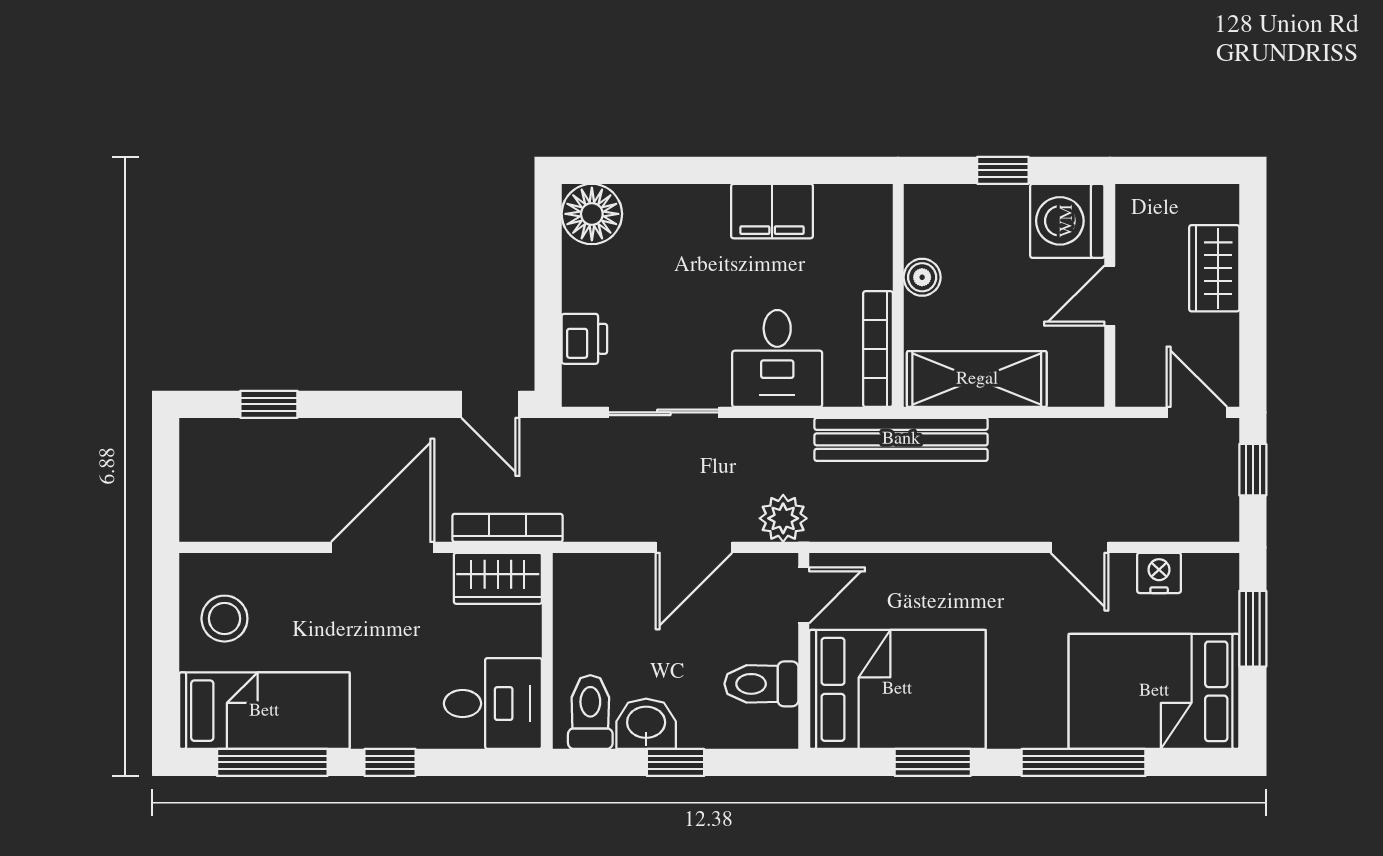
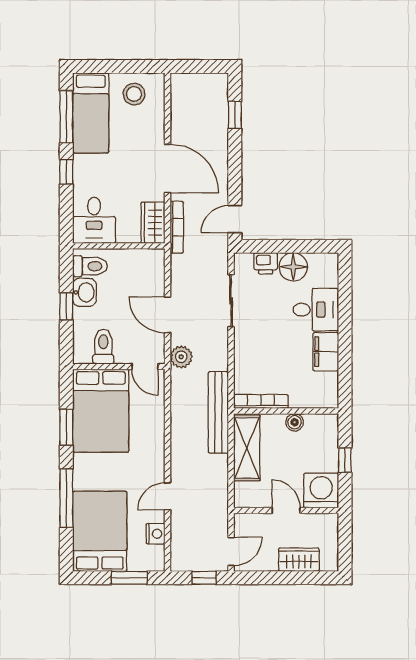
floor lamp: (592, 214) -> (293, 267), moved
desk: (777, 359) -> (316, 310), moved, turned 180

